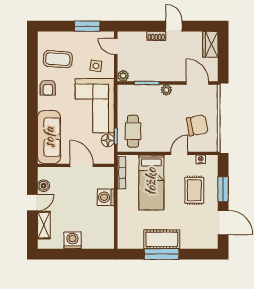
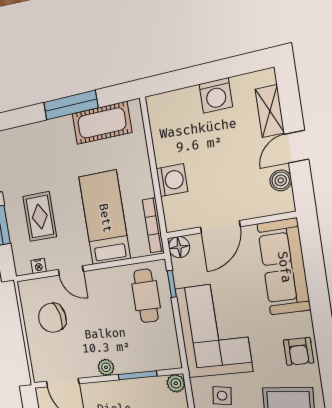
armchair: (48, 88) -> (299, 351), turned 180
floor lamp: (108, 140) -> (179, 247), moved
door: (179, 153) -> (71, 271), hinge flipped
door: (82, 165) -> (220, 227), hinge flipped
cot: (162, 239) -> (102, 123), moved

